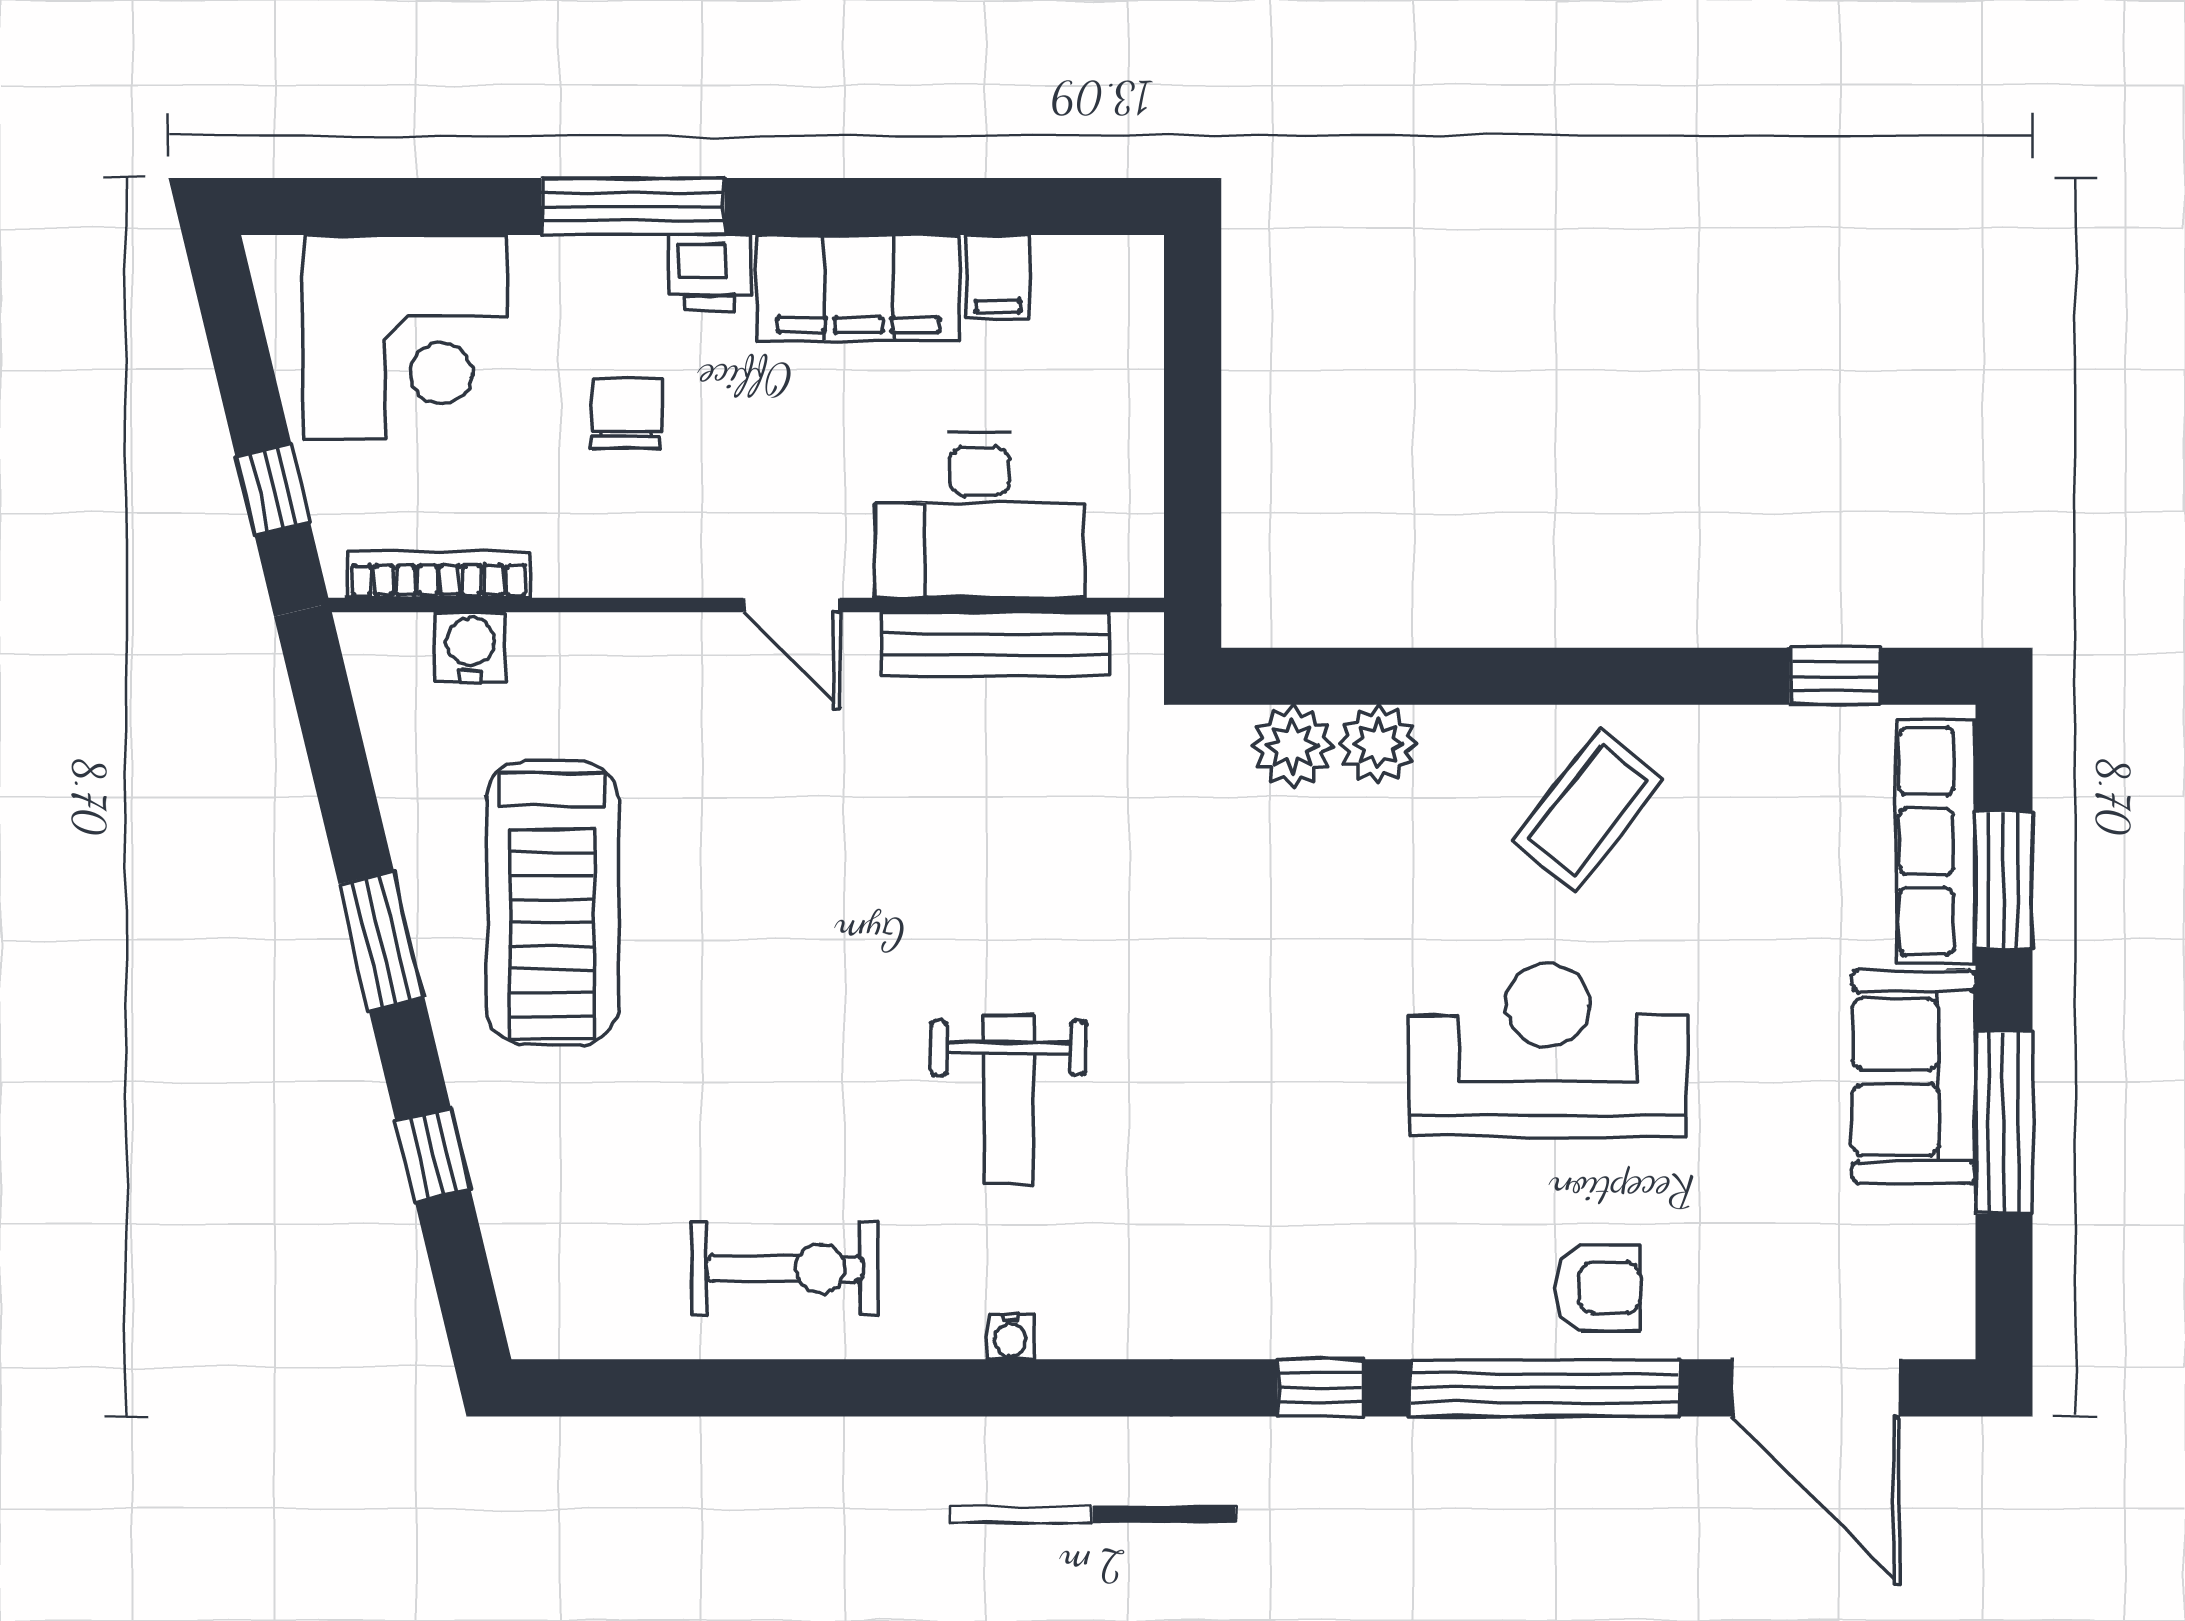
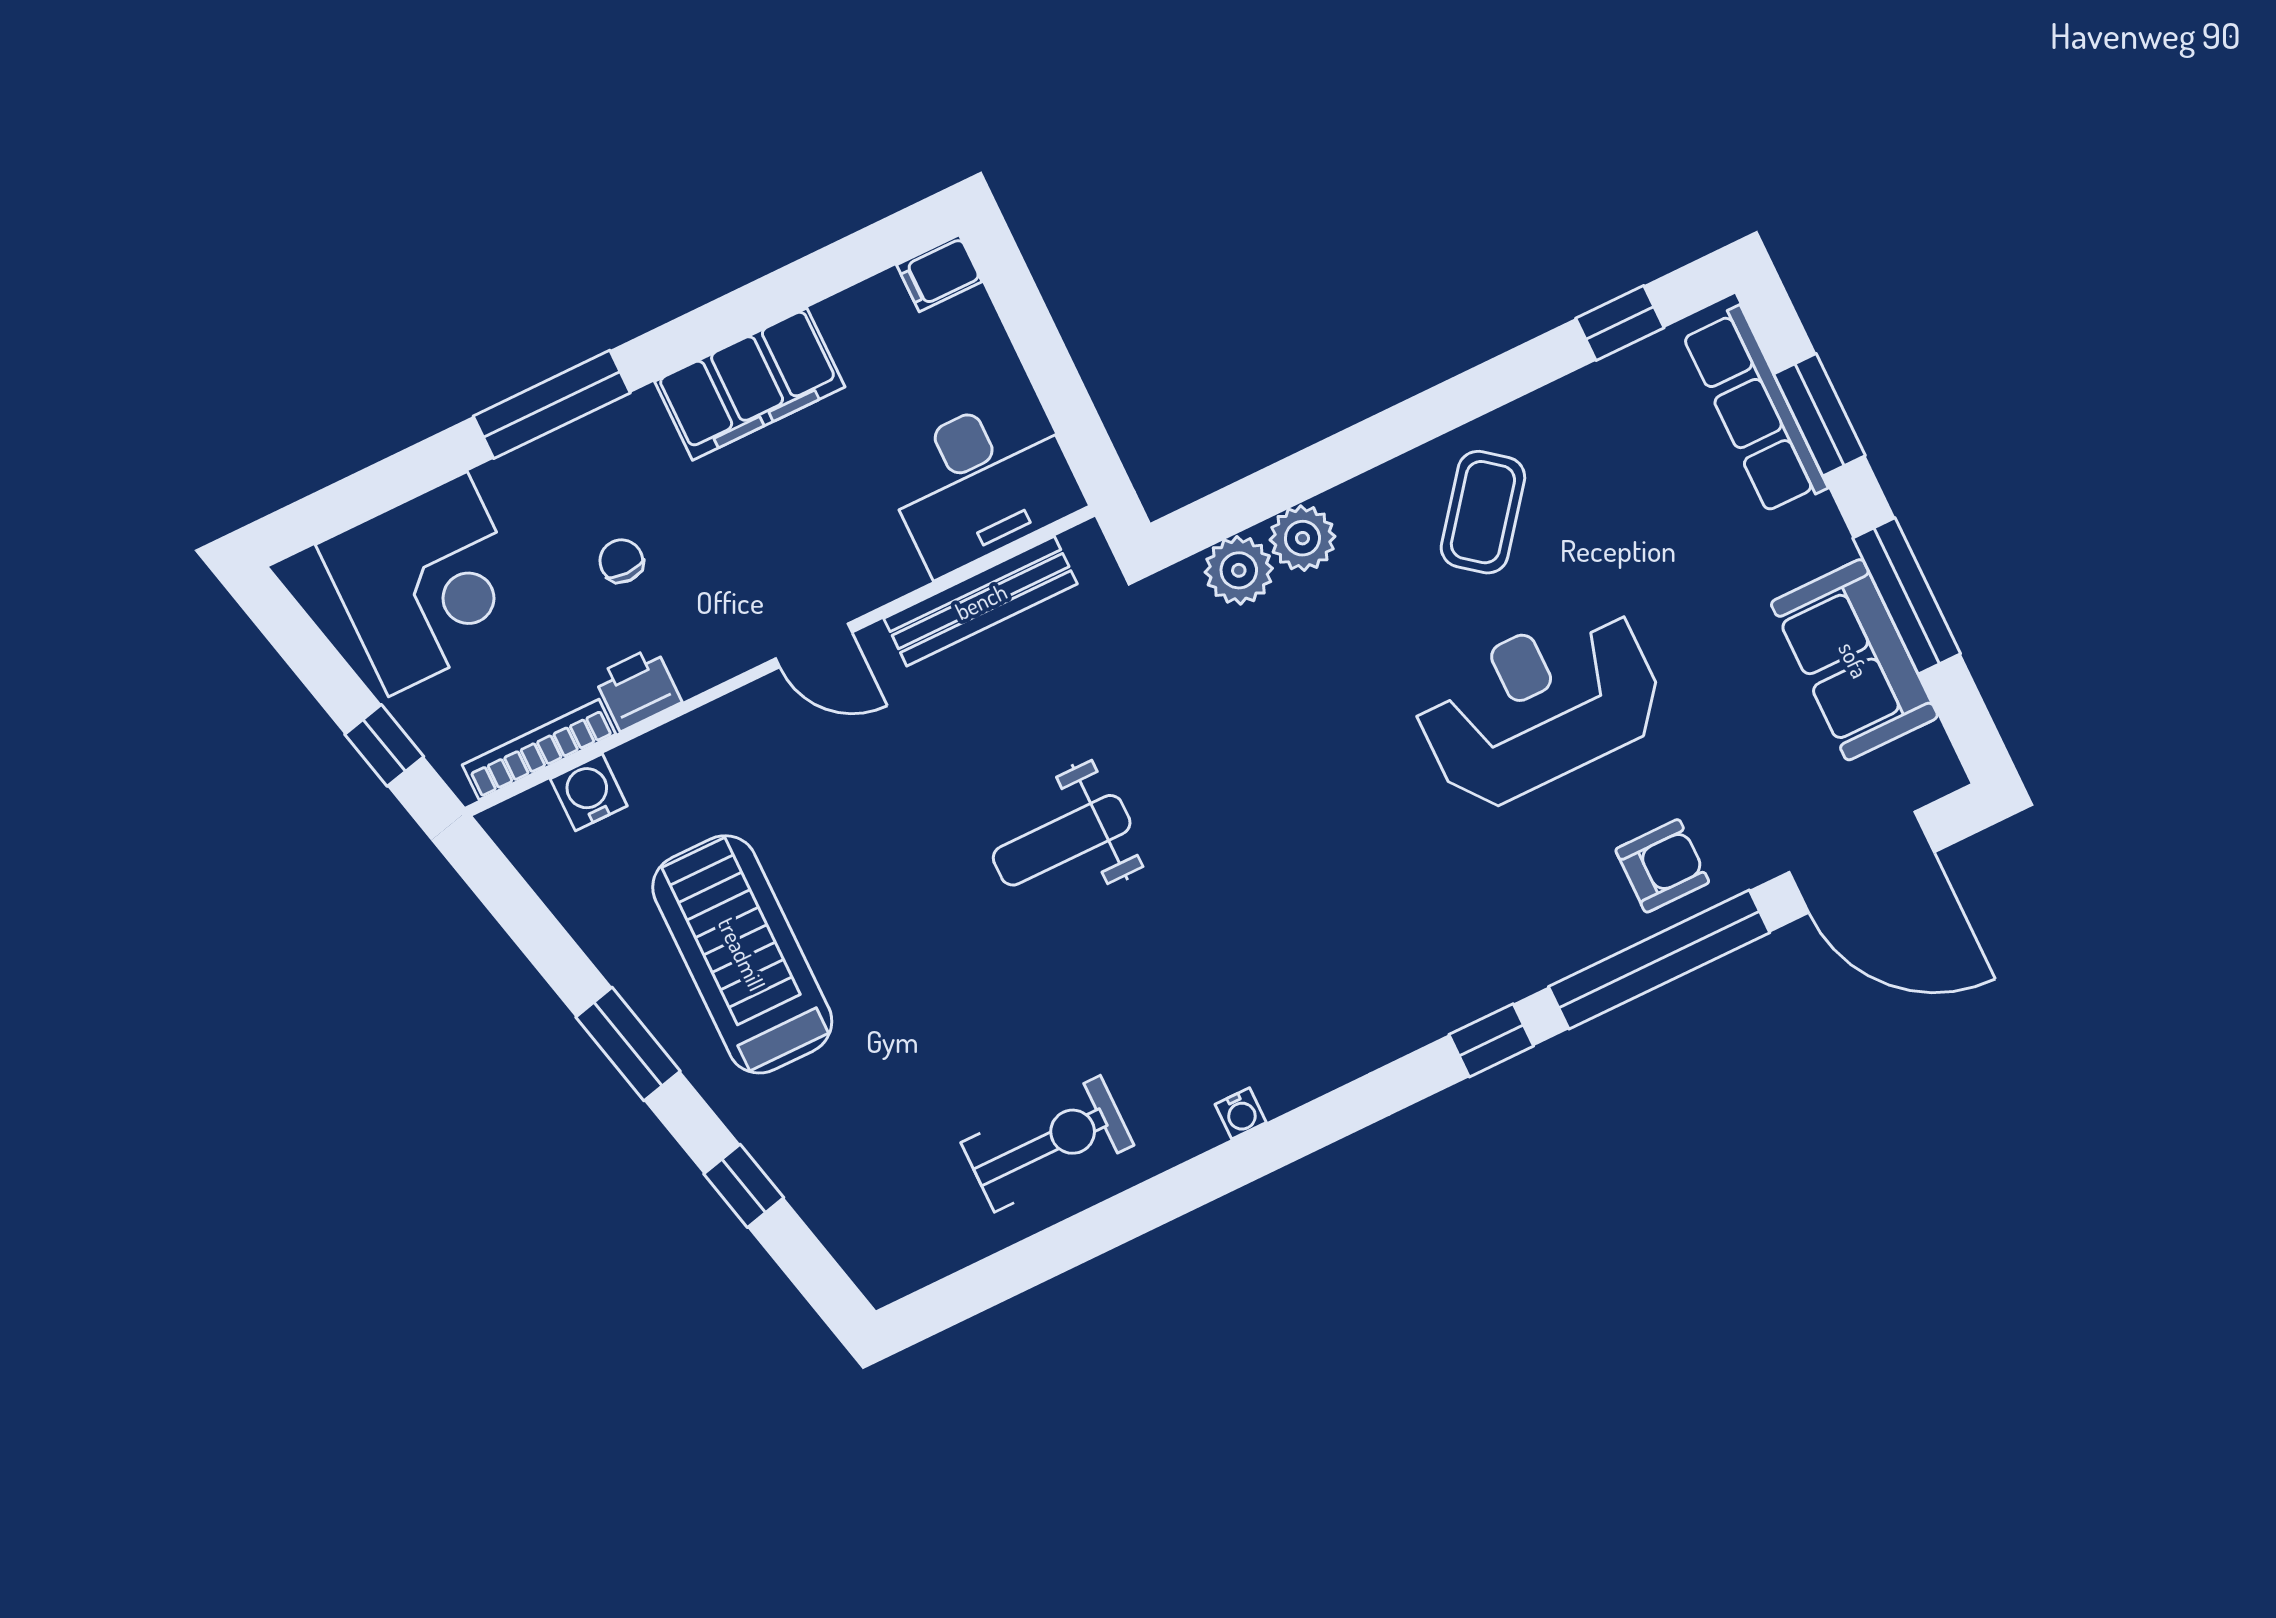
printer: (709, 273) -> (638, 689), moved, turned 180
filing cabinet: (998, 277) -> (939, 273), moved, turned 90
chair: (627, 413) -> (621, 561), width x0.73, depth x0.73
desk: (980, 516) -> (982, 482), moved
treadmill: (552, 903) -> (742, 954), turned 180
sofa: (1914, 1077) -> (1854, 660), moved
weight bench: (1009, 1099) -> (1062, 840), moved, turned 90

